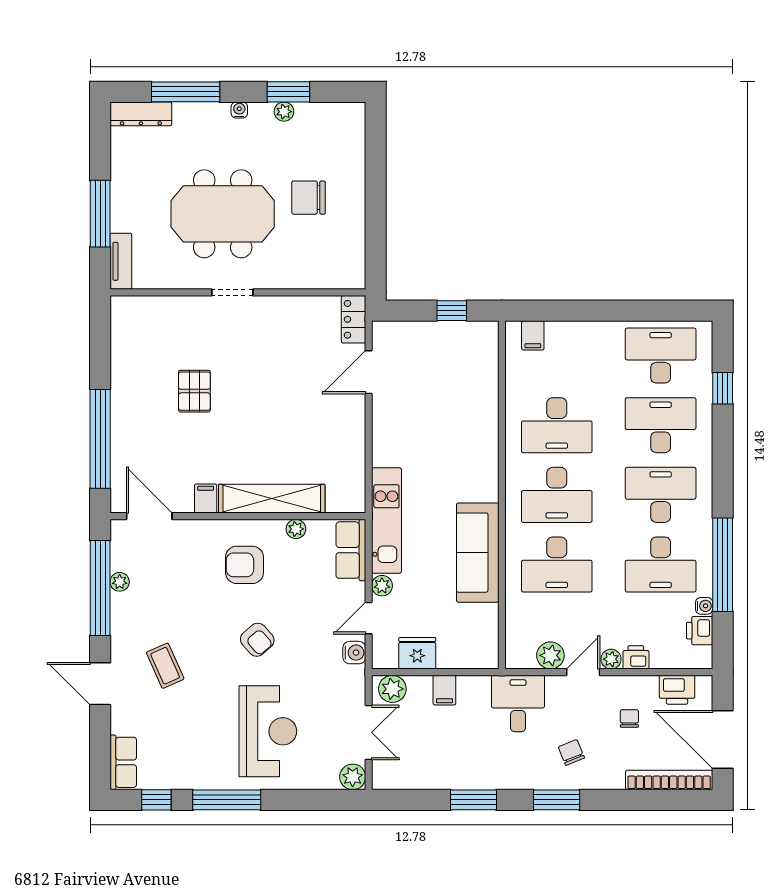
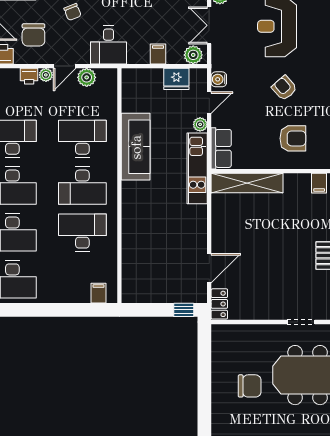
window: (452, 311) -> (184, 310), moved
desk: (557, 495) -> (82, 186), turned 180
shelving: (272, 499) -> (247, 183), moved
plant: (296, 529) -> (258, 163), removed
chair: (629, 718) -> (33, 35), width x1.87, depth x1.87

